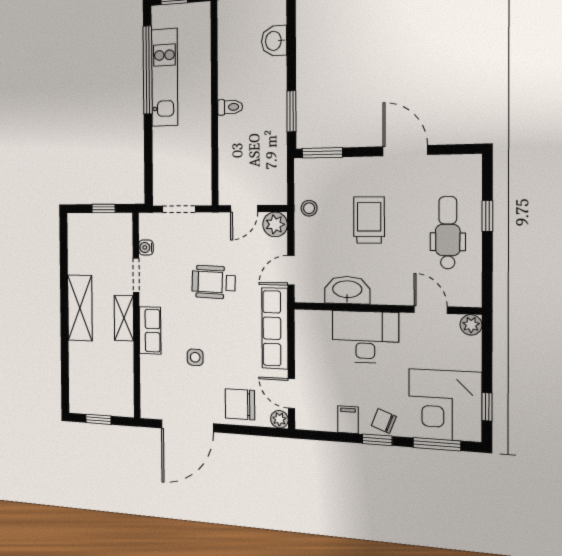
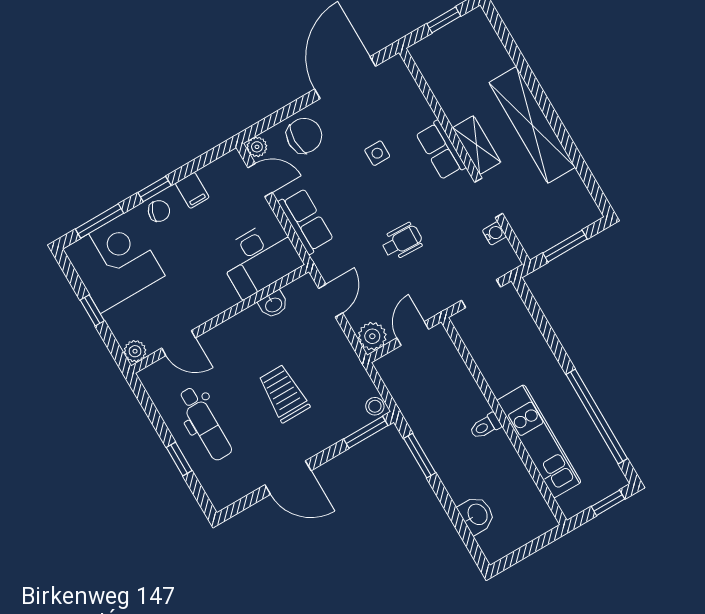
kitchen unit: (165, 77) -> (539, 441), moved, turned 180
window: (104, 208) -> (565, 246), width x1.50
stool: (309, 208) -> (375, 406), moved
trolley: (369, 220) -> (284, 393), turned 180
wheelchair: (213, 282) -> (402, 241), width x0.73, depth x0.73
washbasin: (347, 290) -> (273, 304), width x0.52, depth x0.69
shelving: (80, 308) -> (532, 125), width x1.47
row of seats: (275, 328) -> (306, 221), width x0.68
desk: (365, 337) -> (260, 258), moved
window: (487, 407) -> (92, 310), moved

